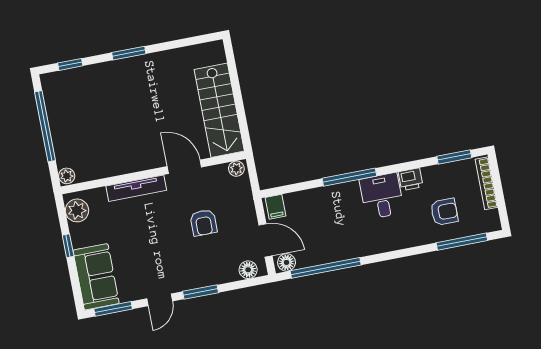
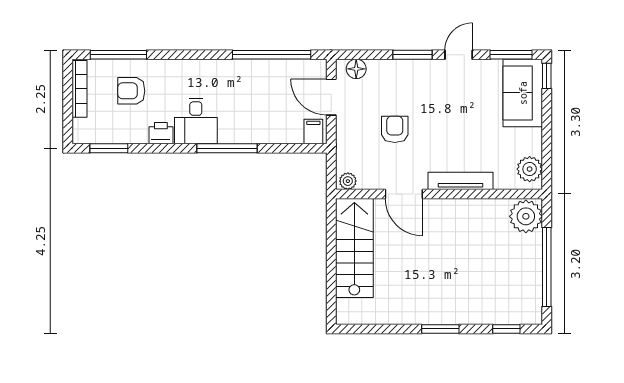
plant: (67, 176) -> (526, 216), width x1.88, depth x1.88
bookcase: (486, 183) -> (79, 89), moved
window: (68, 246) -> (547, 76), moved
floor lamp: (287, 262) -> (313, 69), removed

